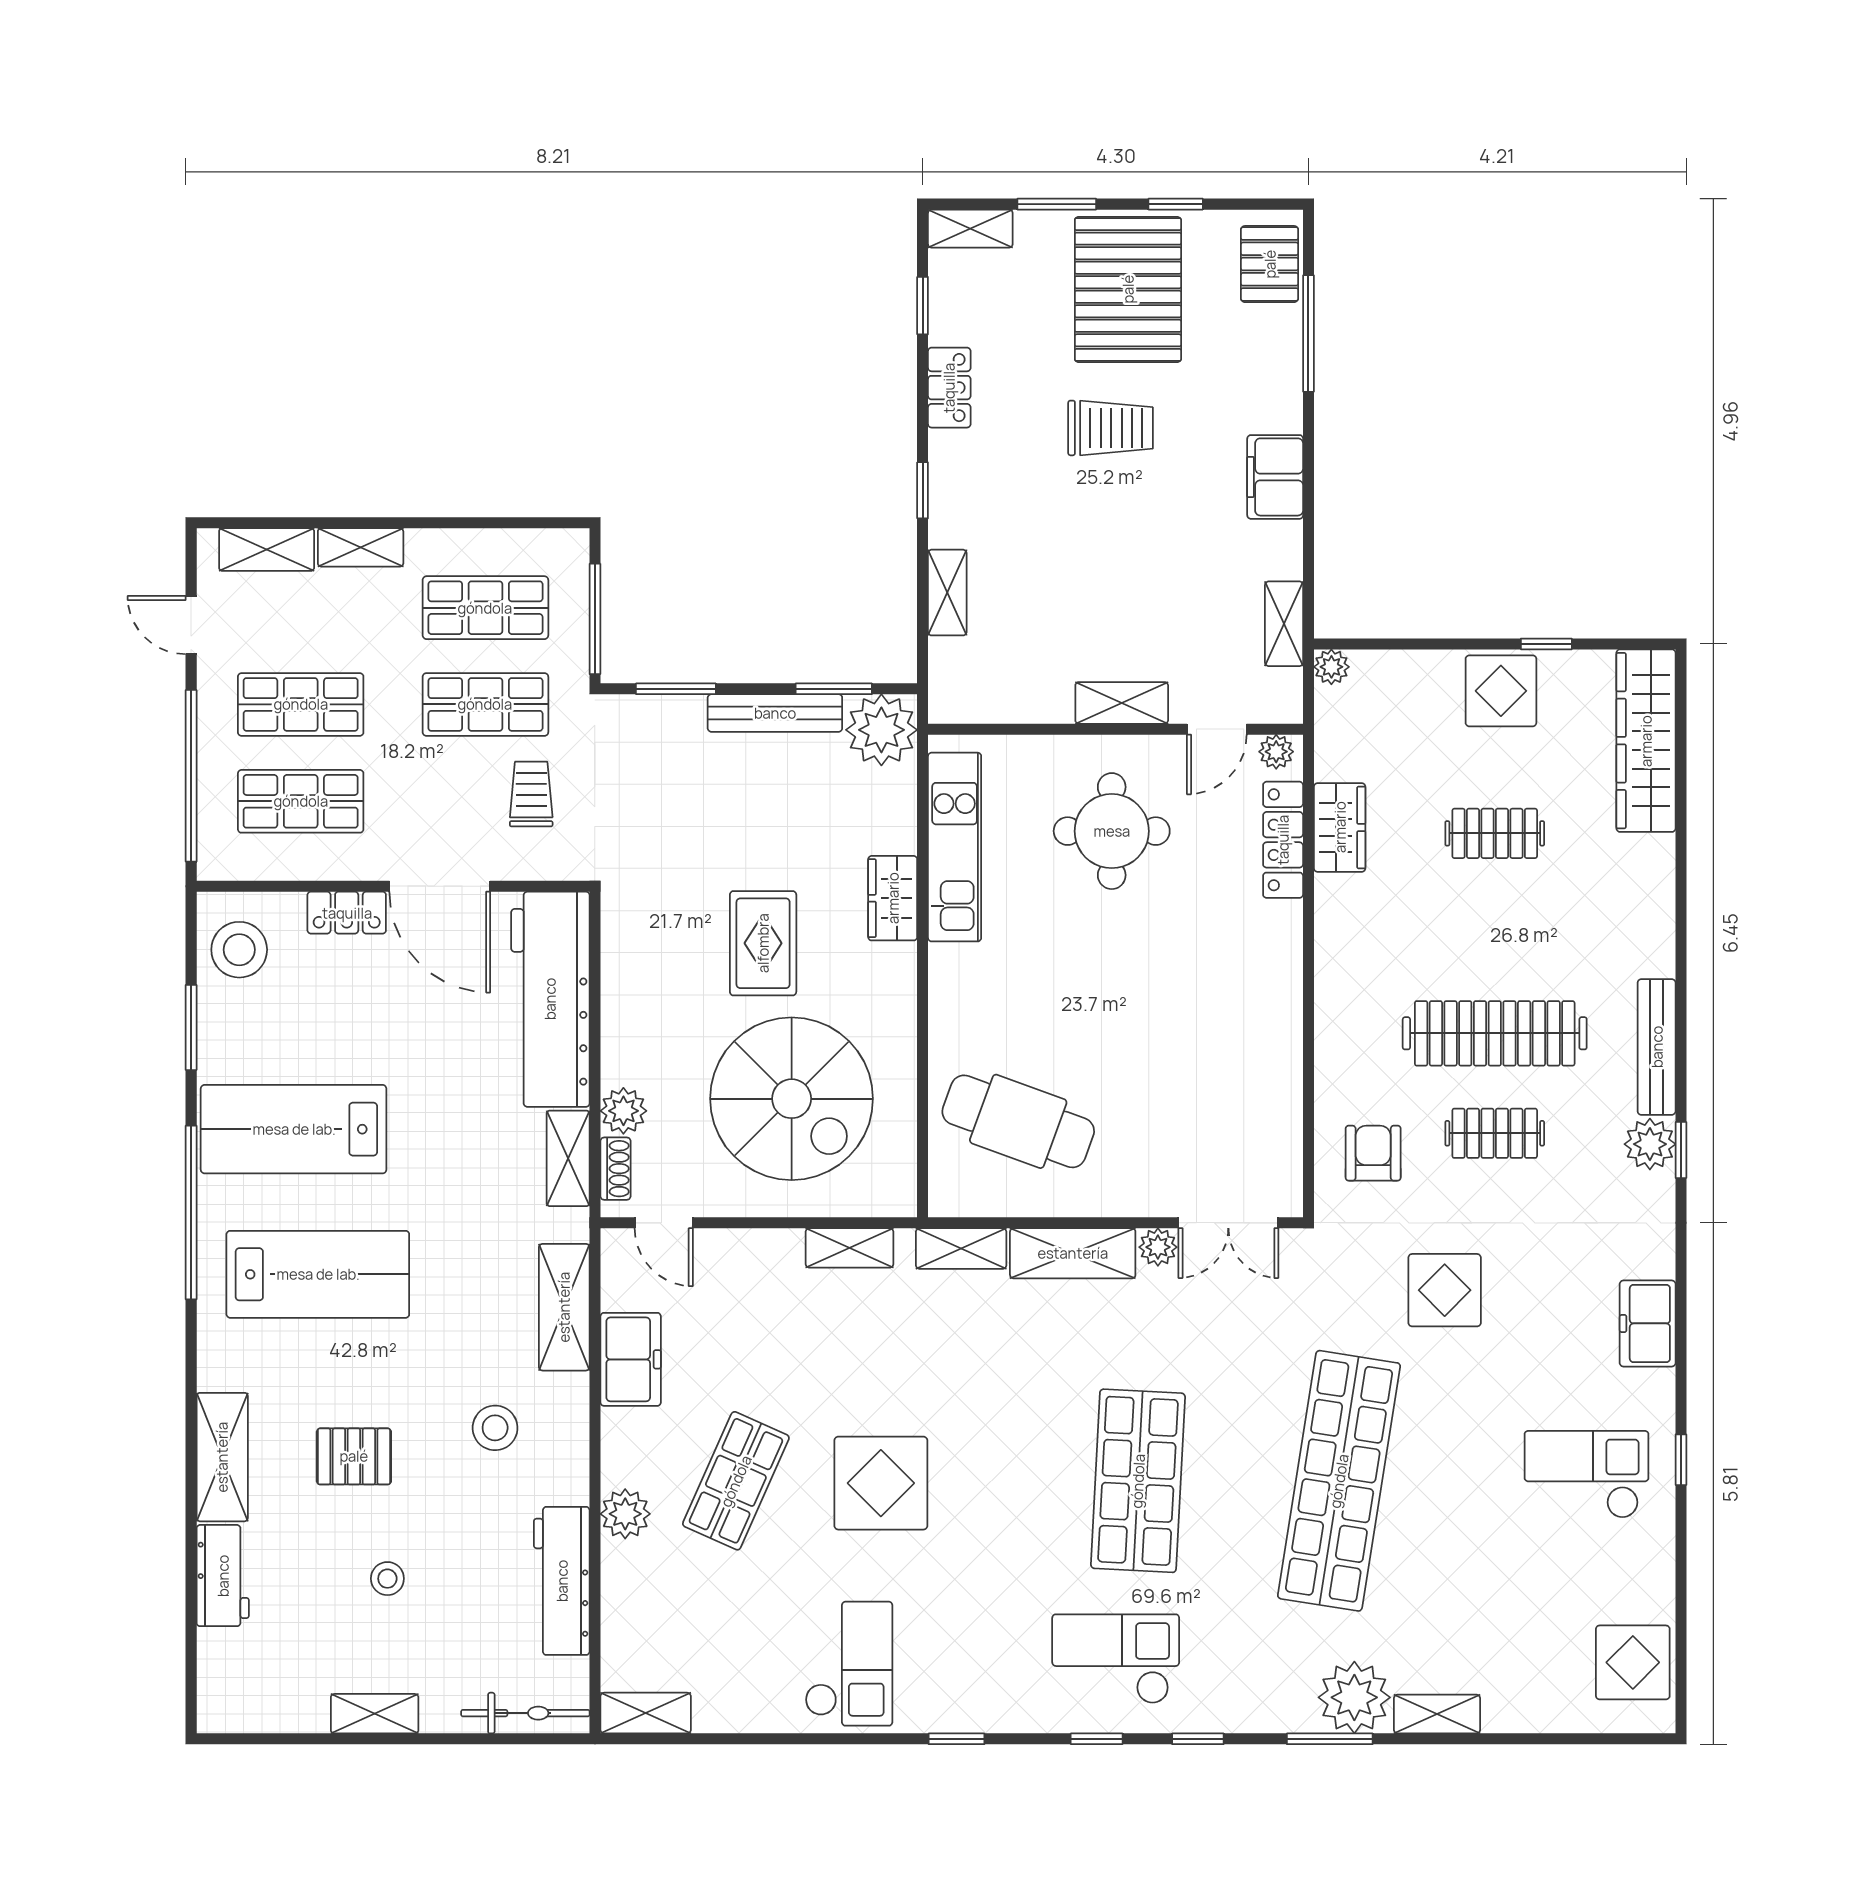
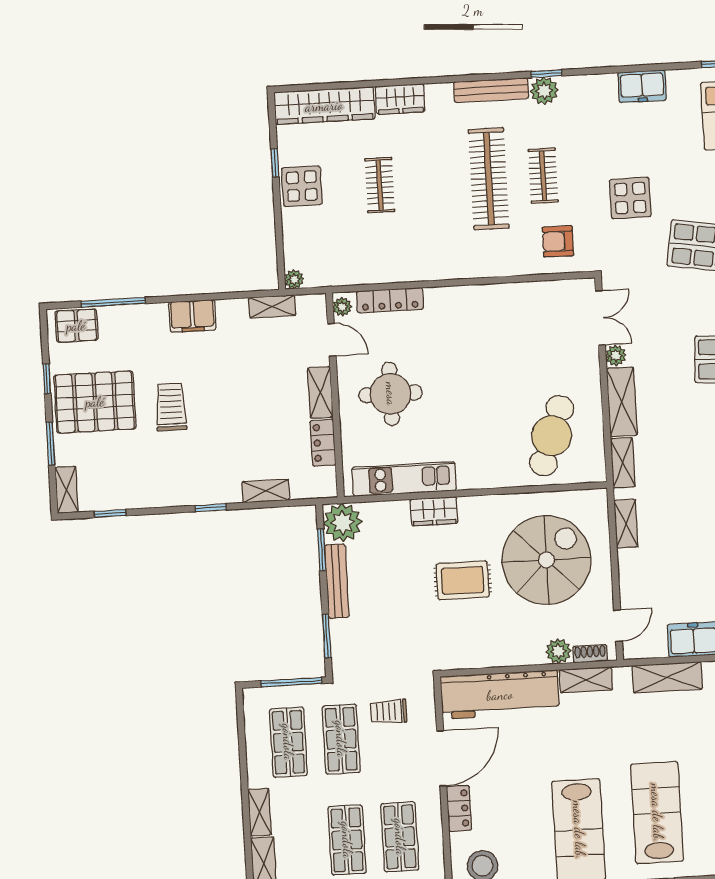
locker: (949, 388) -> (323, 443), moved, turned -90
wardrobe: (1340, 827) -> (400, 99), moved, turned 180

